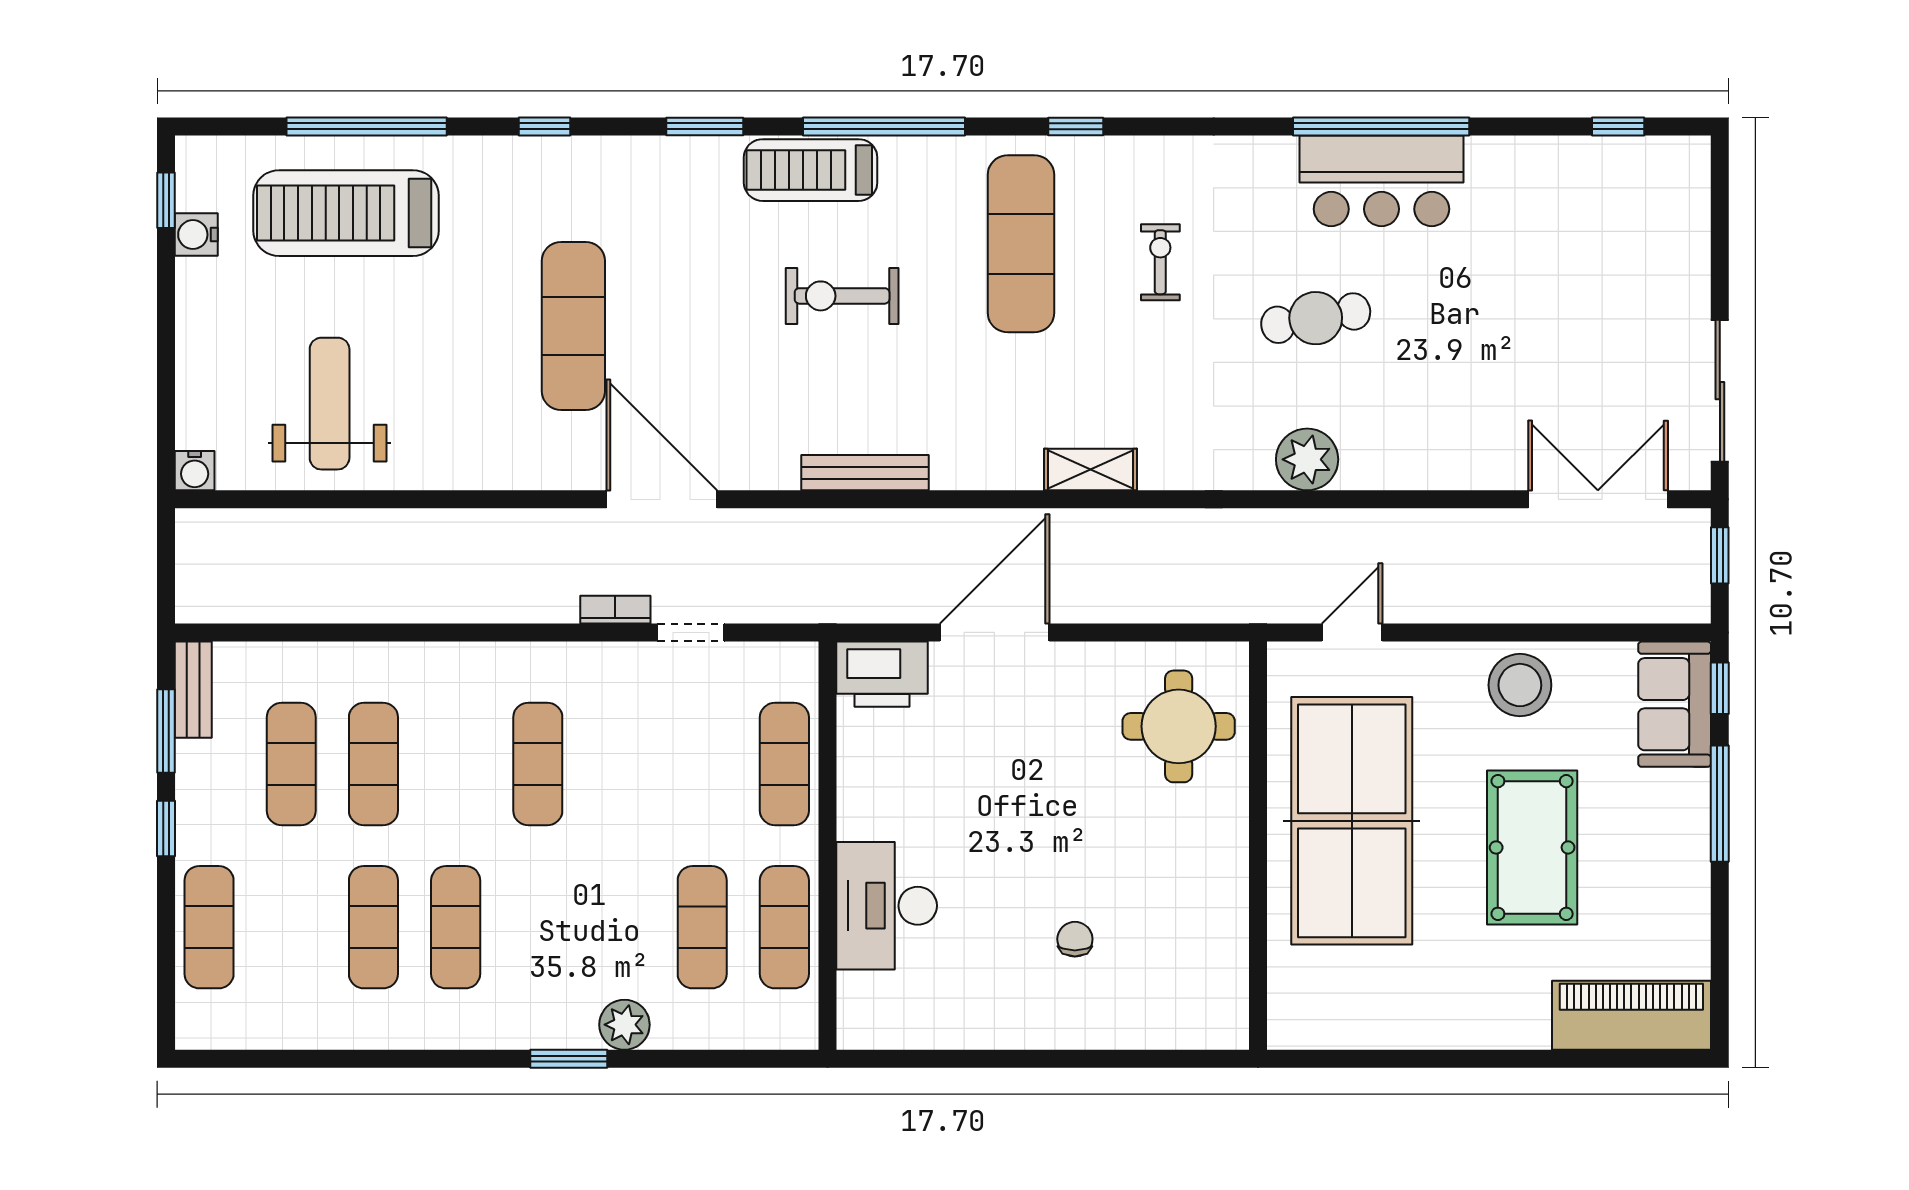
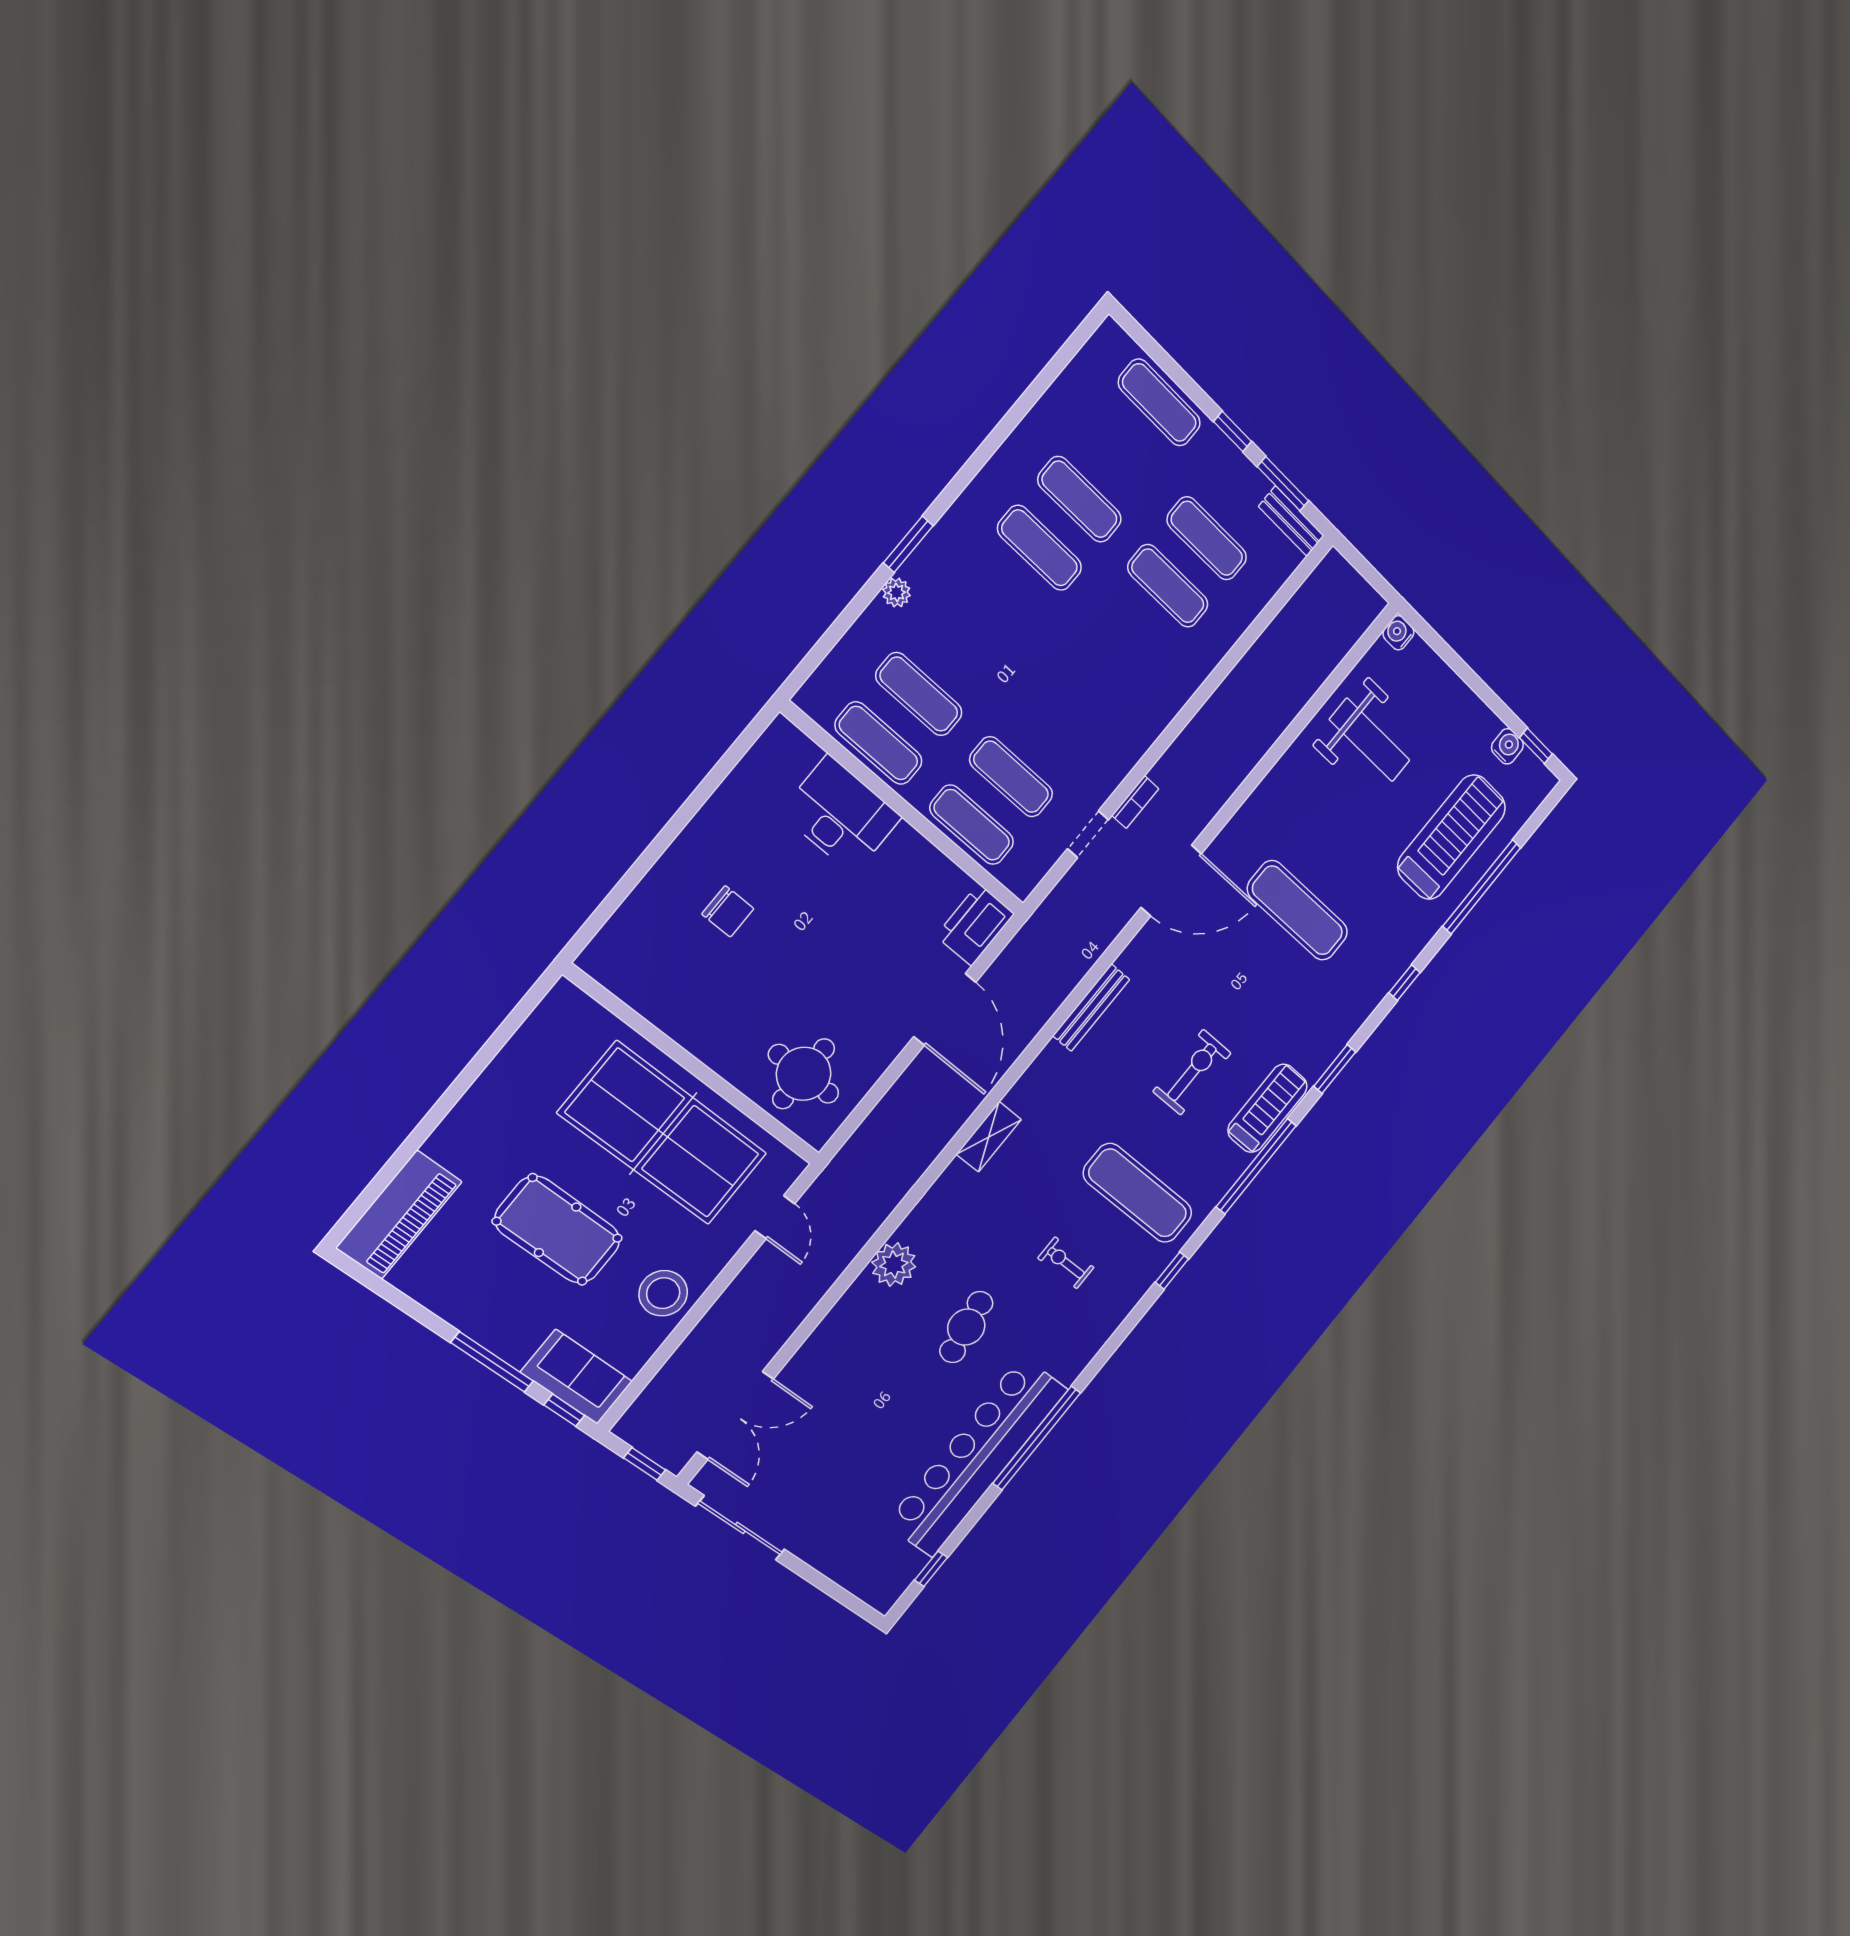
bar counter: (1381, 181) -> (977, 1456), width x1.86
exercise bike: (1160, 262) -> (1066, 1263), turned 180
exercise mat: (538, 764) -> (1011, 777), moved
chair: (1075, 939) -> (728, 911), width x1.37, depth x1.37
plant: (624, 1025) -> (897, 593), width x0.73, depth x0.73

